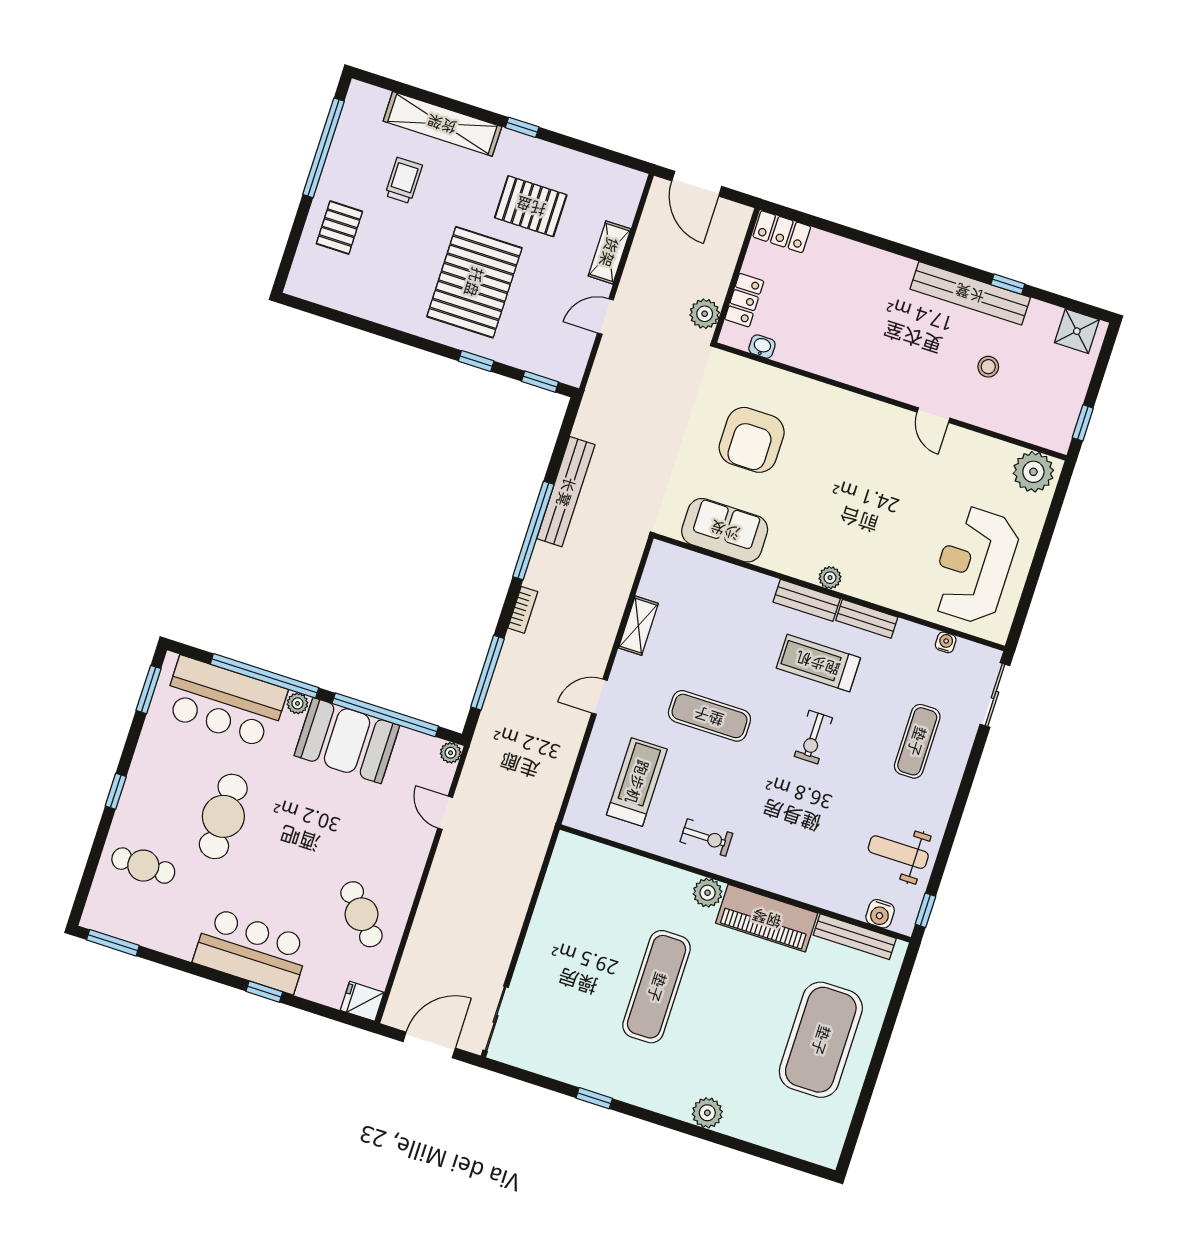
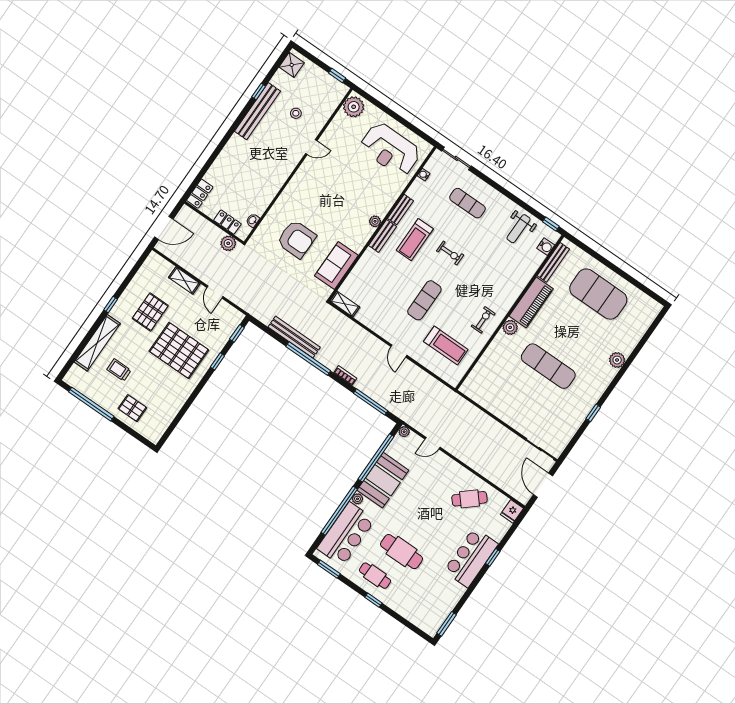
shelving: (638, 626) -> (345, 304), moved
treadmill: (637, 782) -> (446, 345), turned 180
cafe table: (143, 866) -> (375, 576), moved, turned 90

